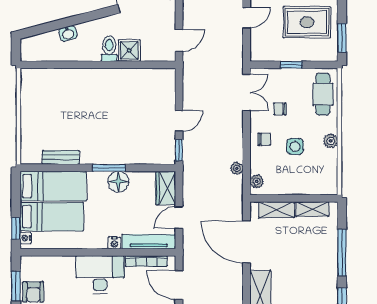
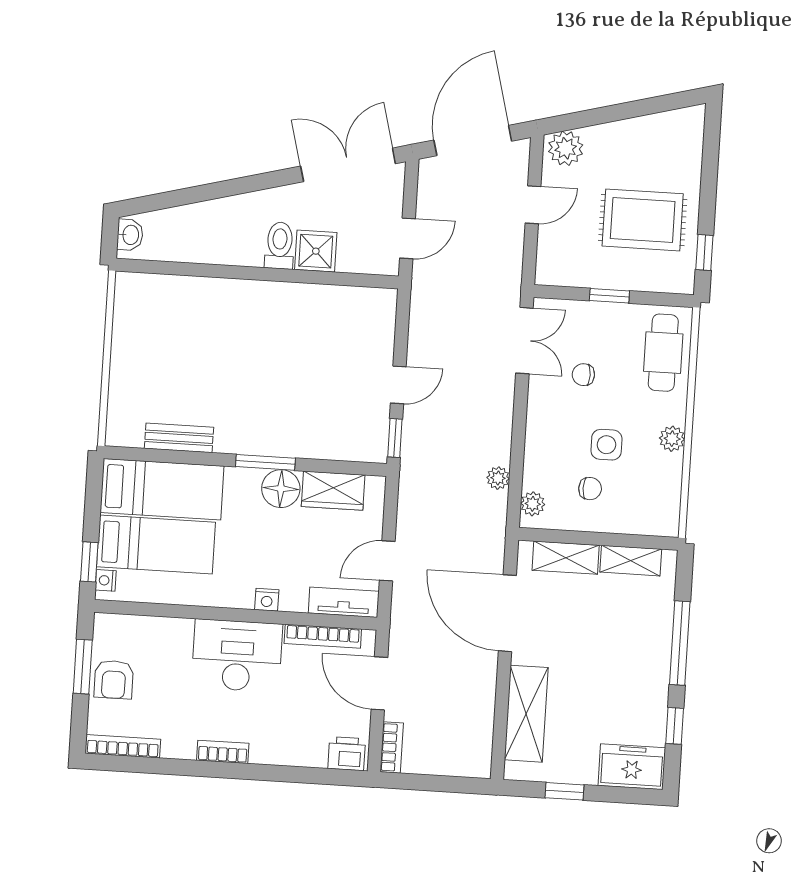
washbasin: (68, 33) -> (130, 235), moved, turned -75
window: (342, 38) -> (704, 253), width x0.67
chair: (264, 139) -> (590, 489), moved
wardrobe: (166, 188) -> (333, 491), moved, turned -90
tv unit: (149, 242) -> (344, 602), width x0.71

